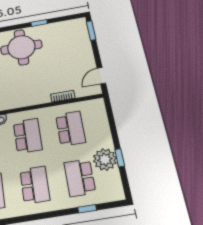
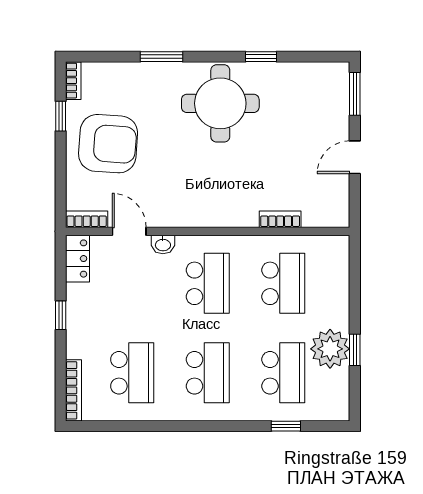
door: (101, 76) -> (355, 157), moved
school desk: (80, 178) -> (283, 373), turned 180

